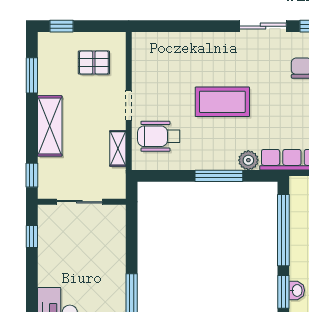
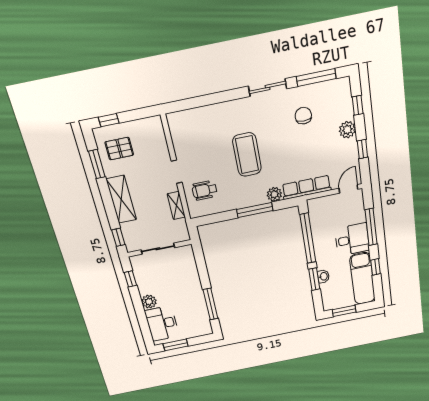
pallet: (94, 63) -> (119, 149), moved
coffee table: (222, 102) -> (247, 155), turned 90
wheelchair: (159, 136) -> (205, 190), width x0.73, depth x0.73
plant: (48, 275) -> (149, 302), added

